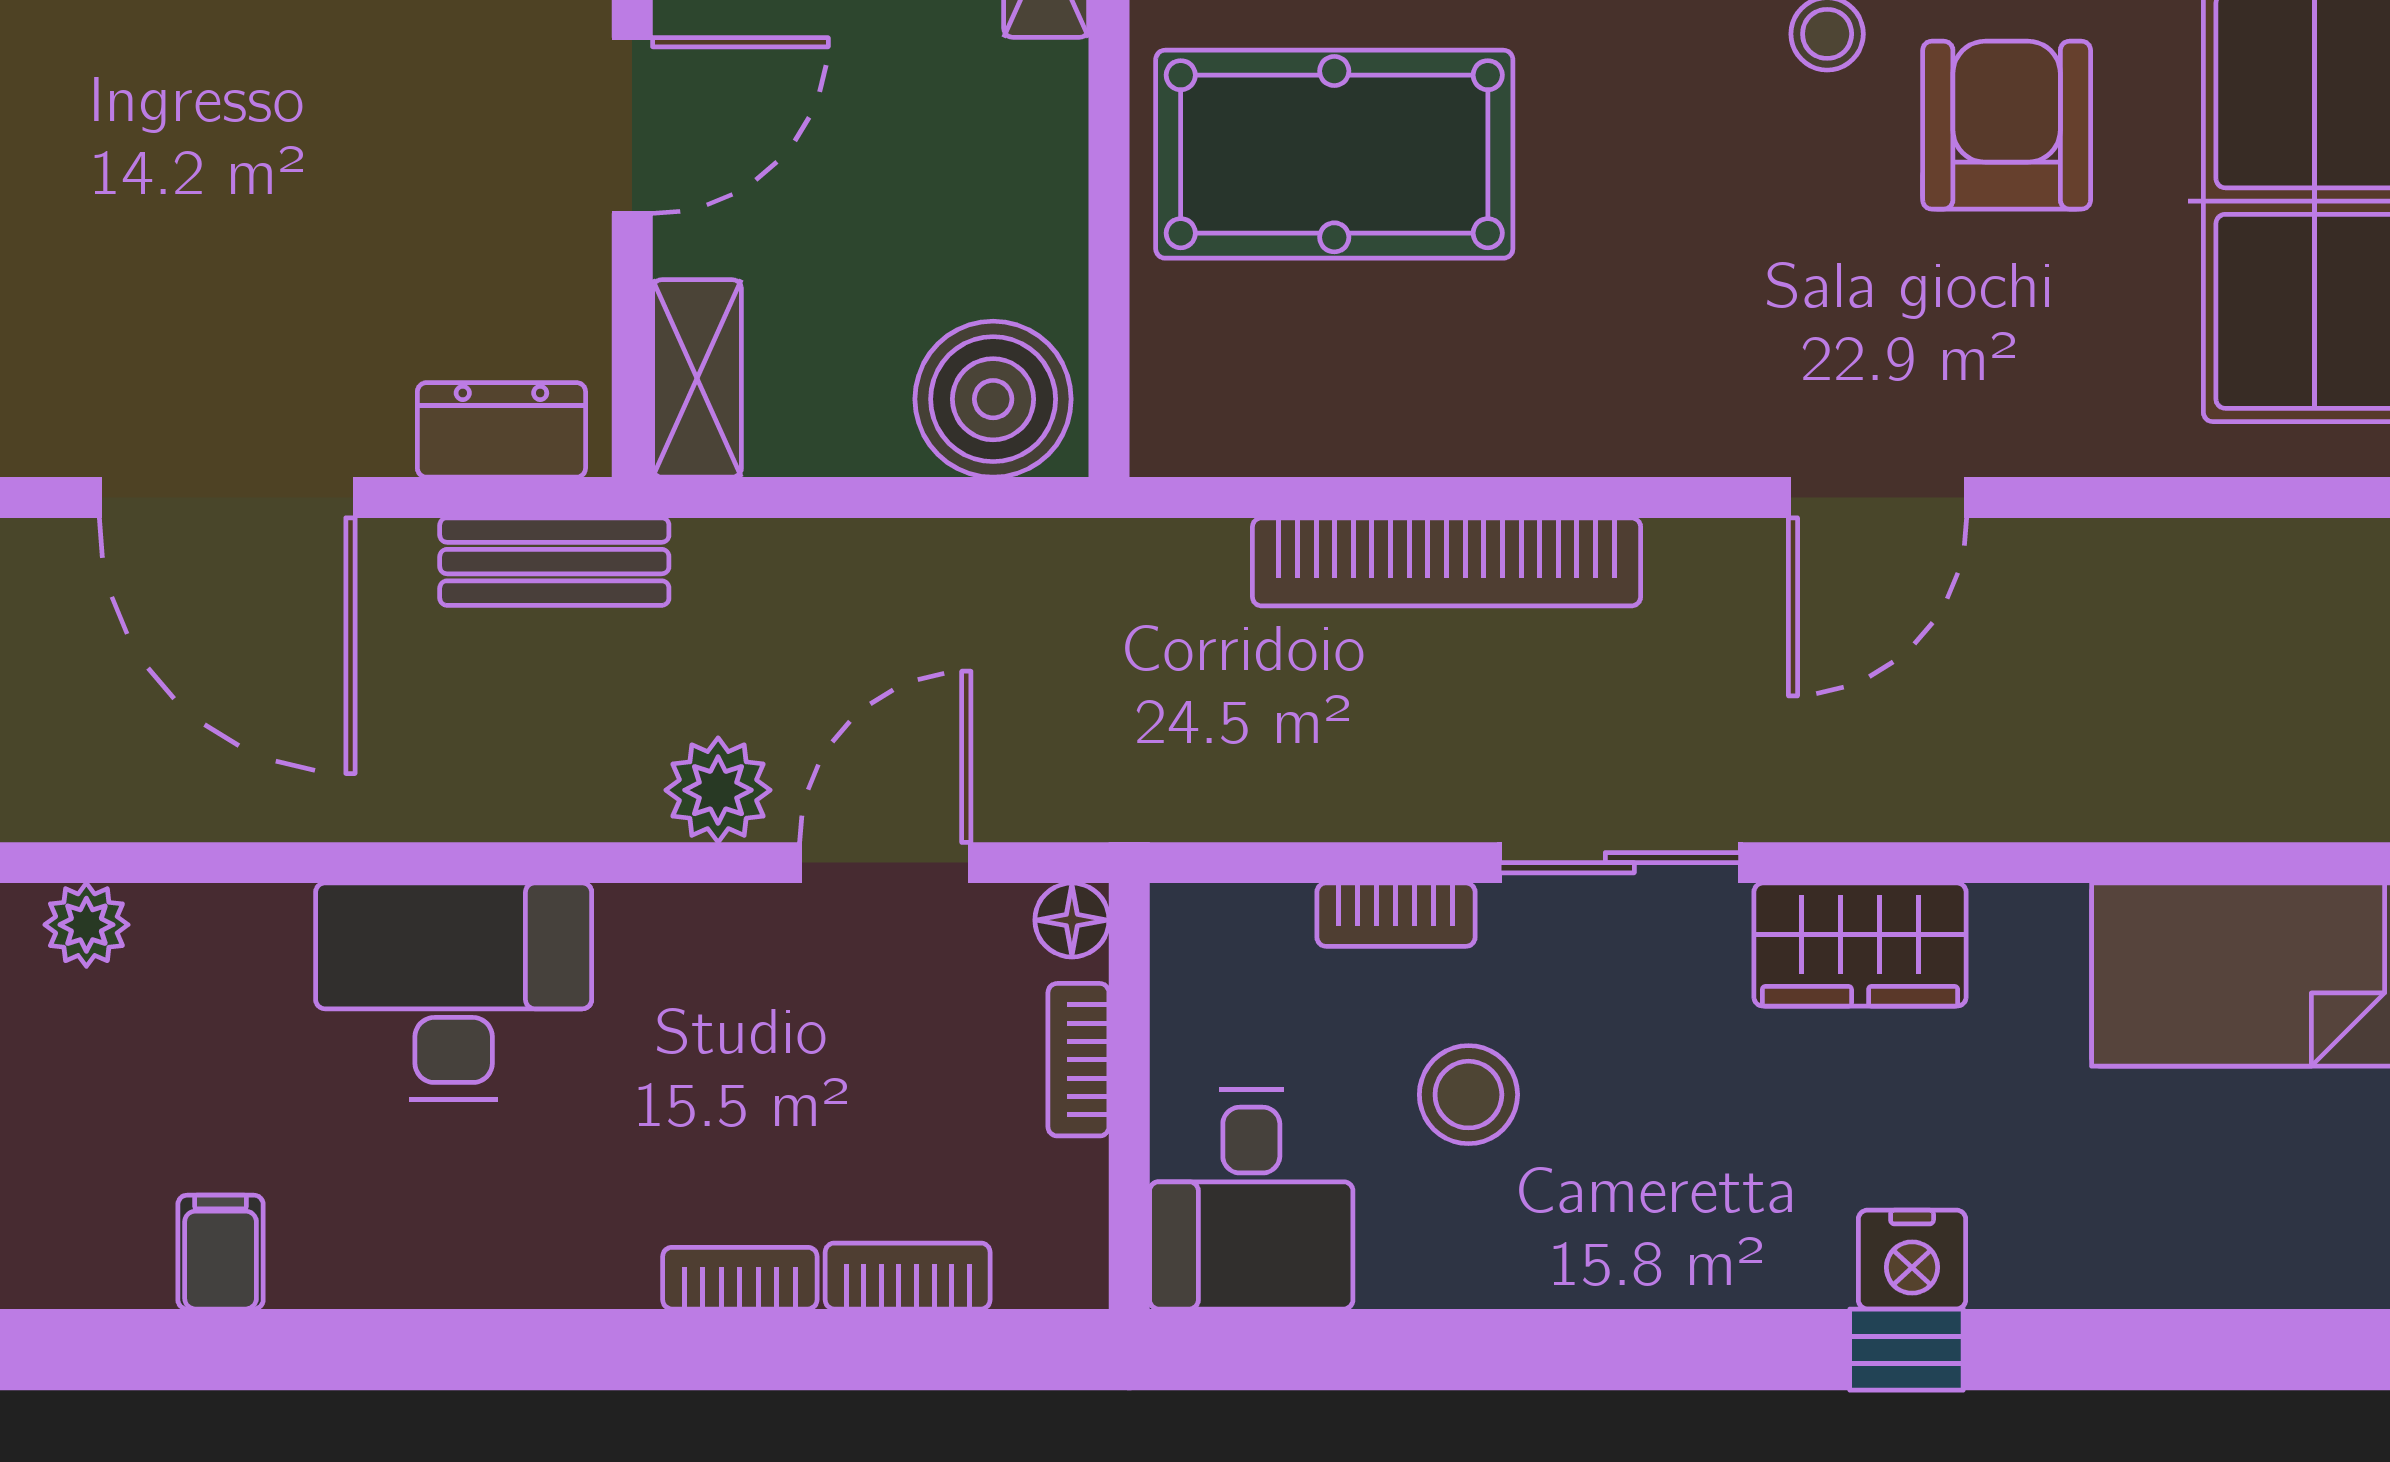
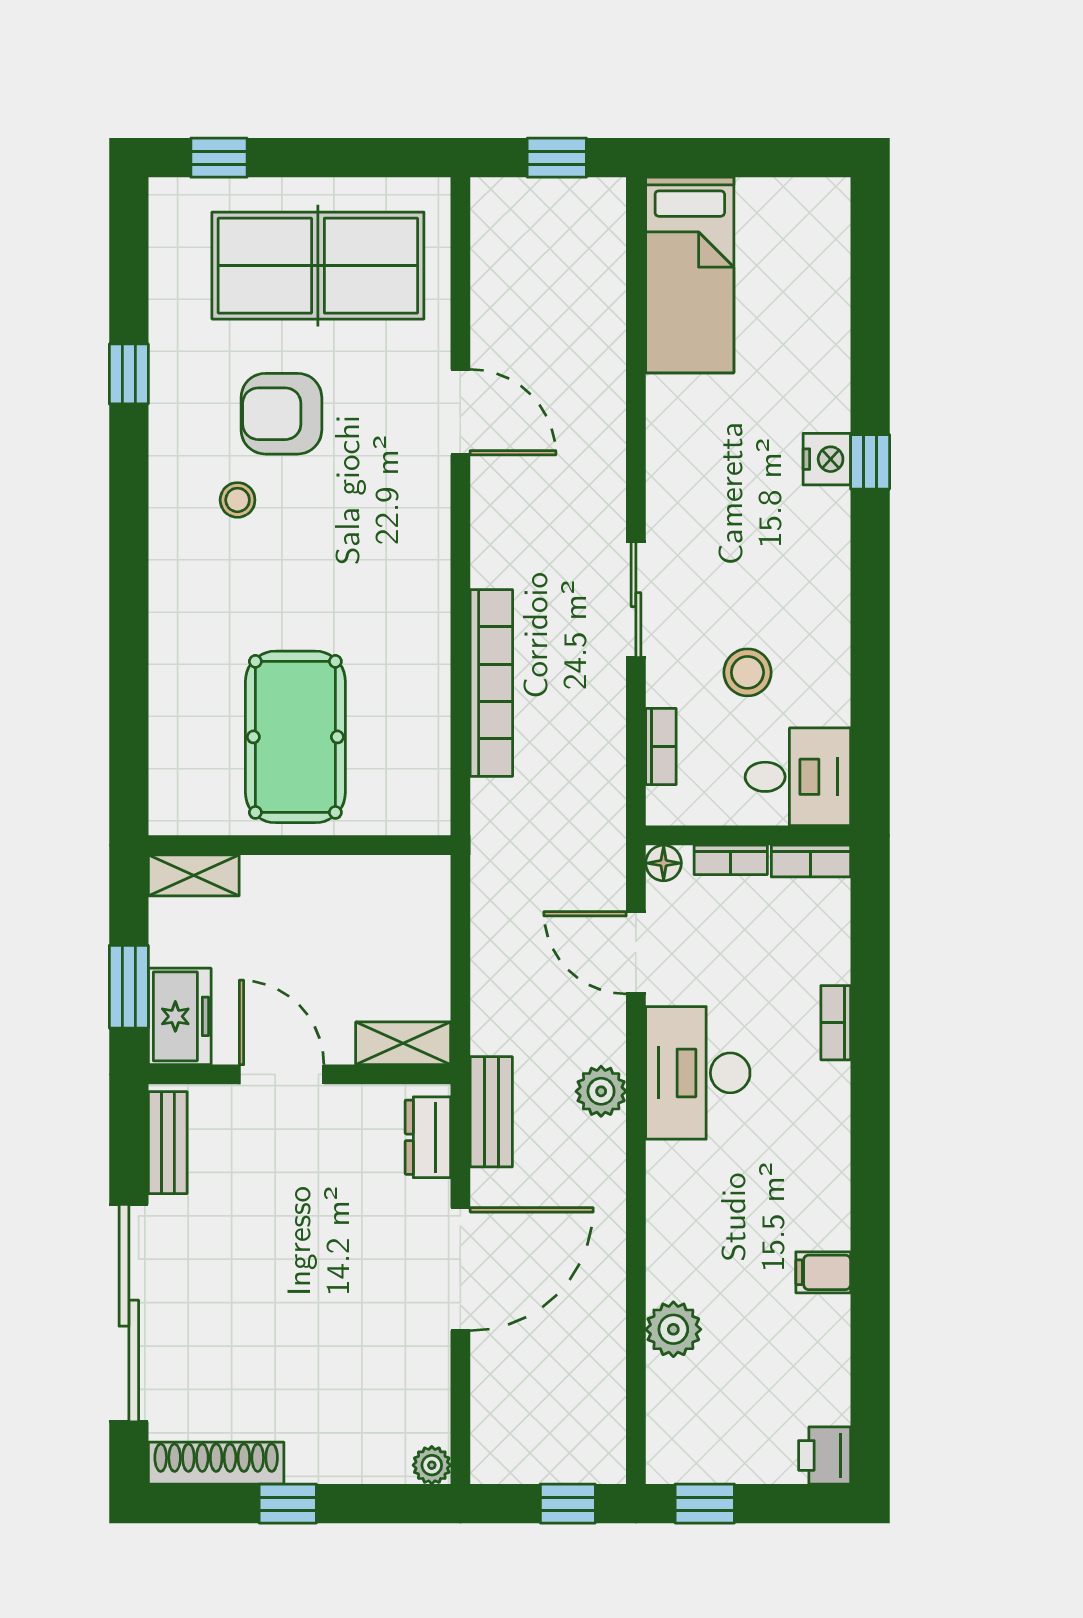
boiler: (993, 399) -> (413, 901), removed
door: (1878, 498) -> (460, 412), moved
plant: (718, 790) -> (601, 1091), moved
bookcase: (1396, 915) -> (661, 747), moved
plant: (86, 925) -> (673, 1329), width x1.38, depth x1.38
wardrobe: (1860, 945) -> (675, 484), removed
desk: (454, 991) -> (698, 1073), moved
bookcase: (908, 1276) -> (811, 861), moved, turned -90

